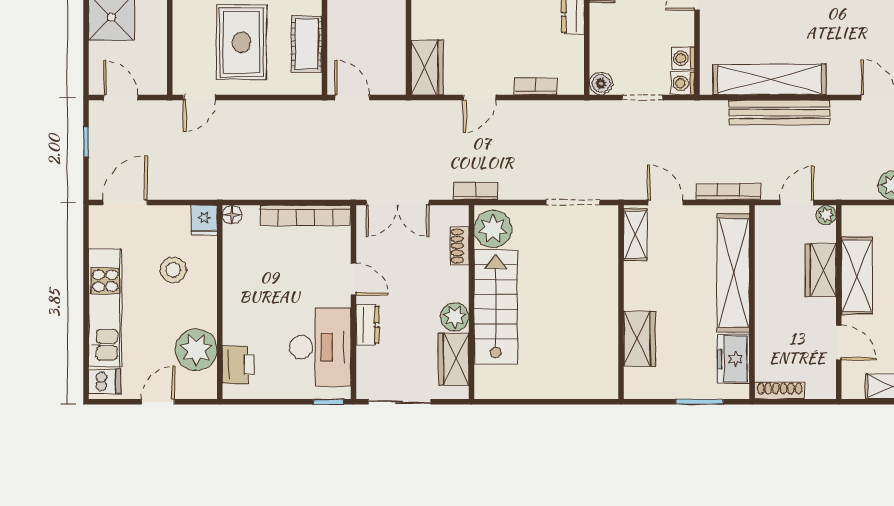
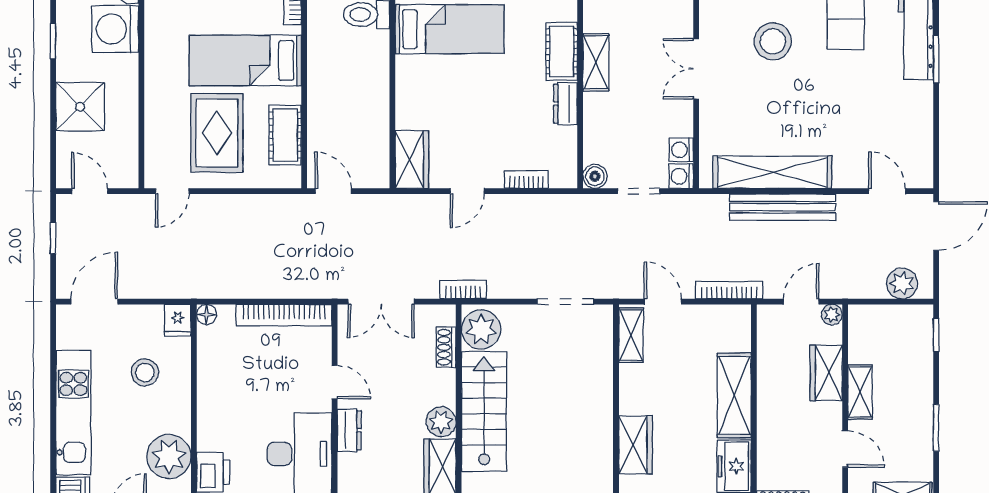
shelving: (733, 273) -> (734, 395), width x0.68
shelving: (857, 276) -> (860, 392), width x0.67, depth x0.75

